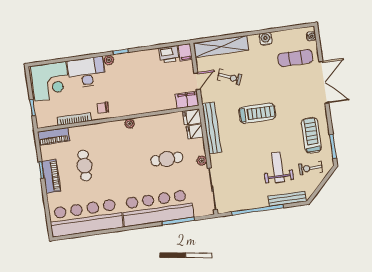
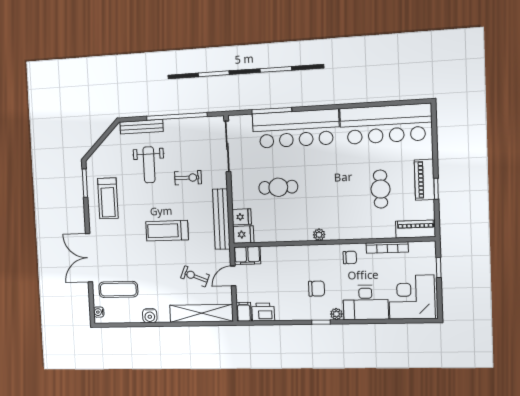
chair: (127, 79) -> (316, 289), added
plant: (202, 161) -> (237, 181), removed
exercise bike: (311, 168) -> (188, 178), moved

